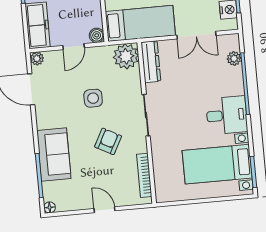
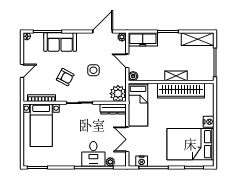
desk: (227, 115) -> (93, 154), moved
bed with nightstands: (217, 164) -> (41, 125), moved, turned 180

